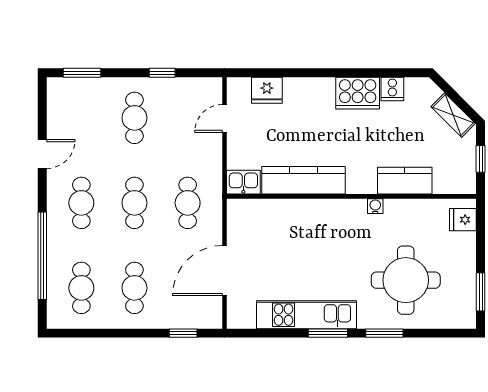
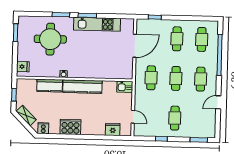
cooker: (392, 89) -> (43, 128), moved
door: (225, 118) -> (133, 117), hinge flipped
kitchen counter: (304, 180) -> (82, 87), moved

